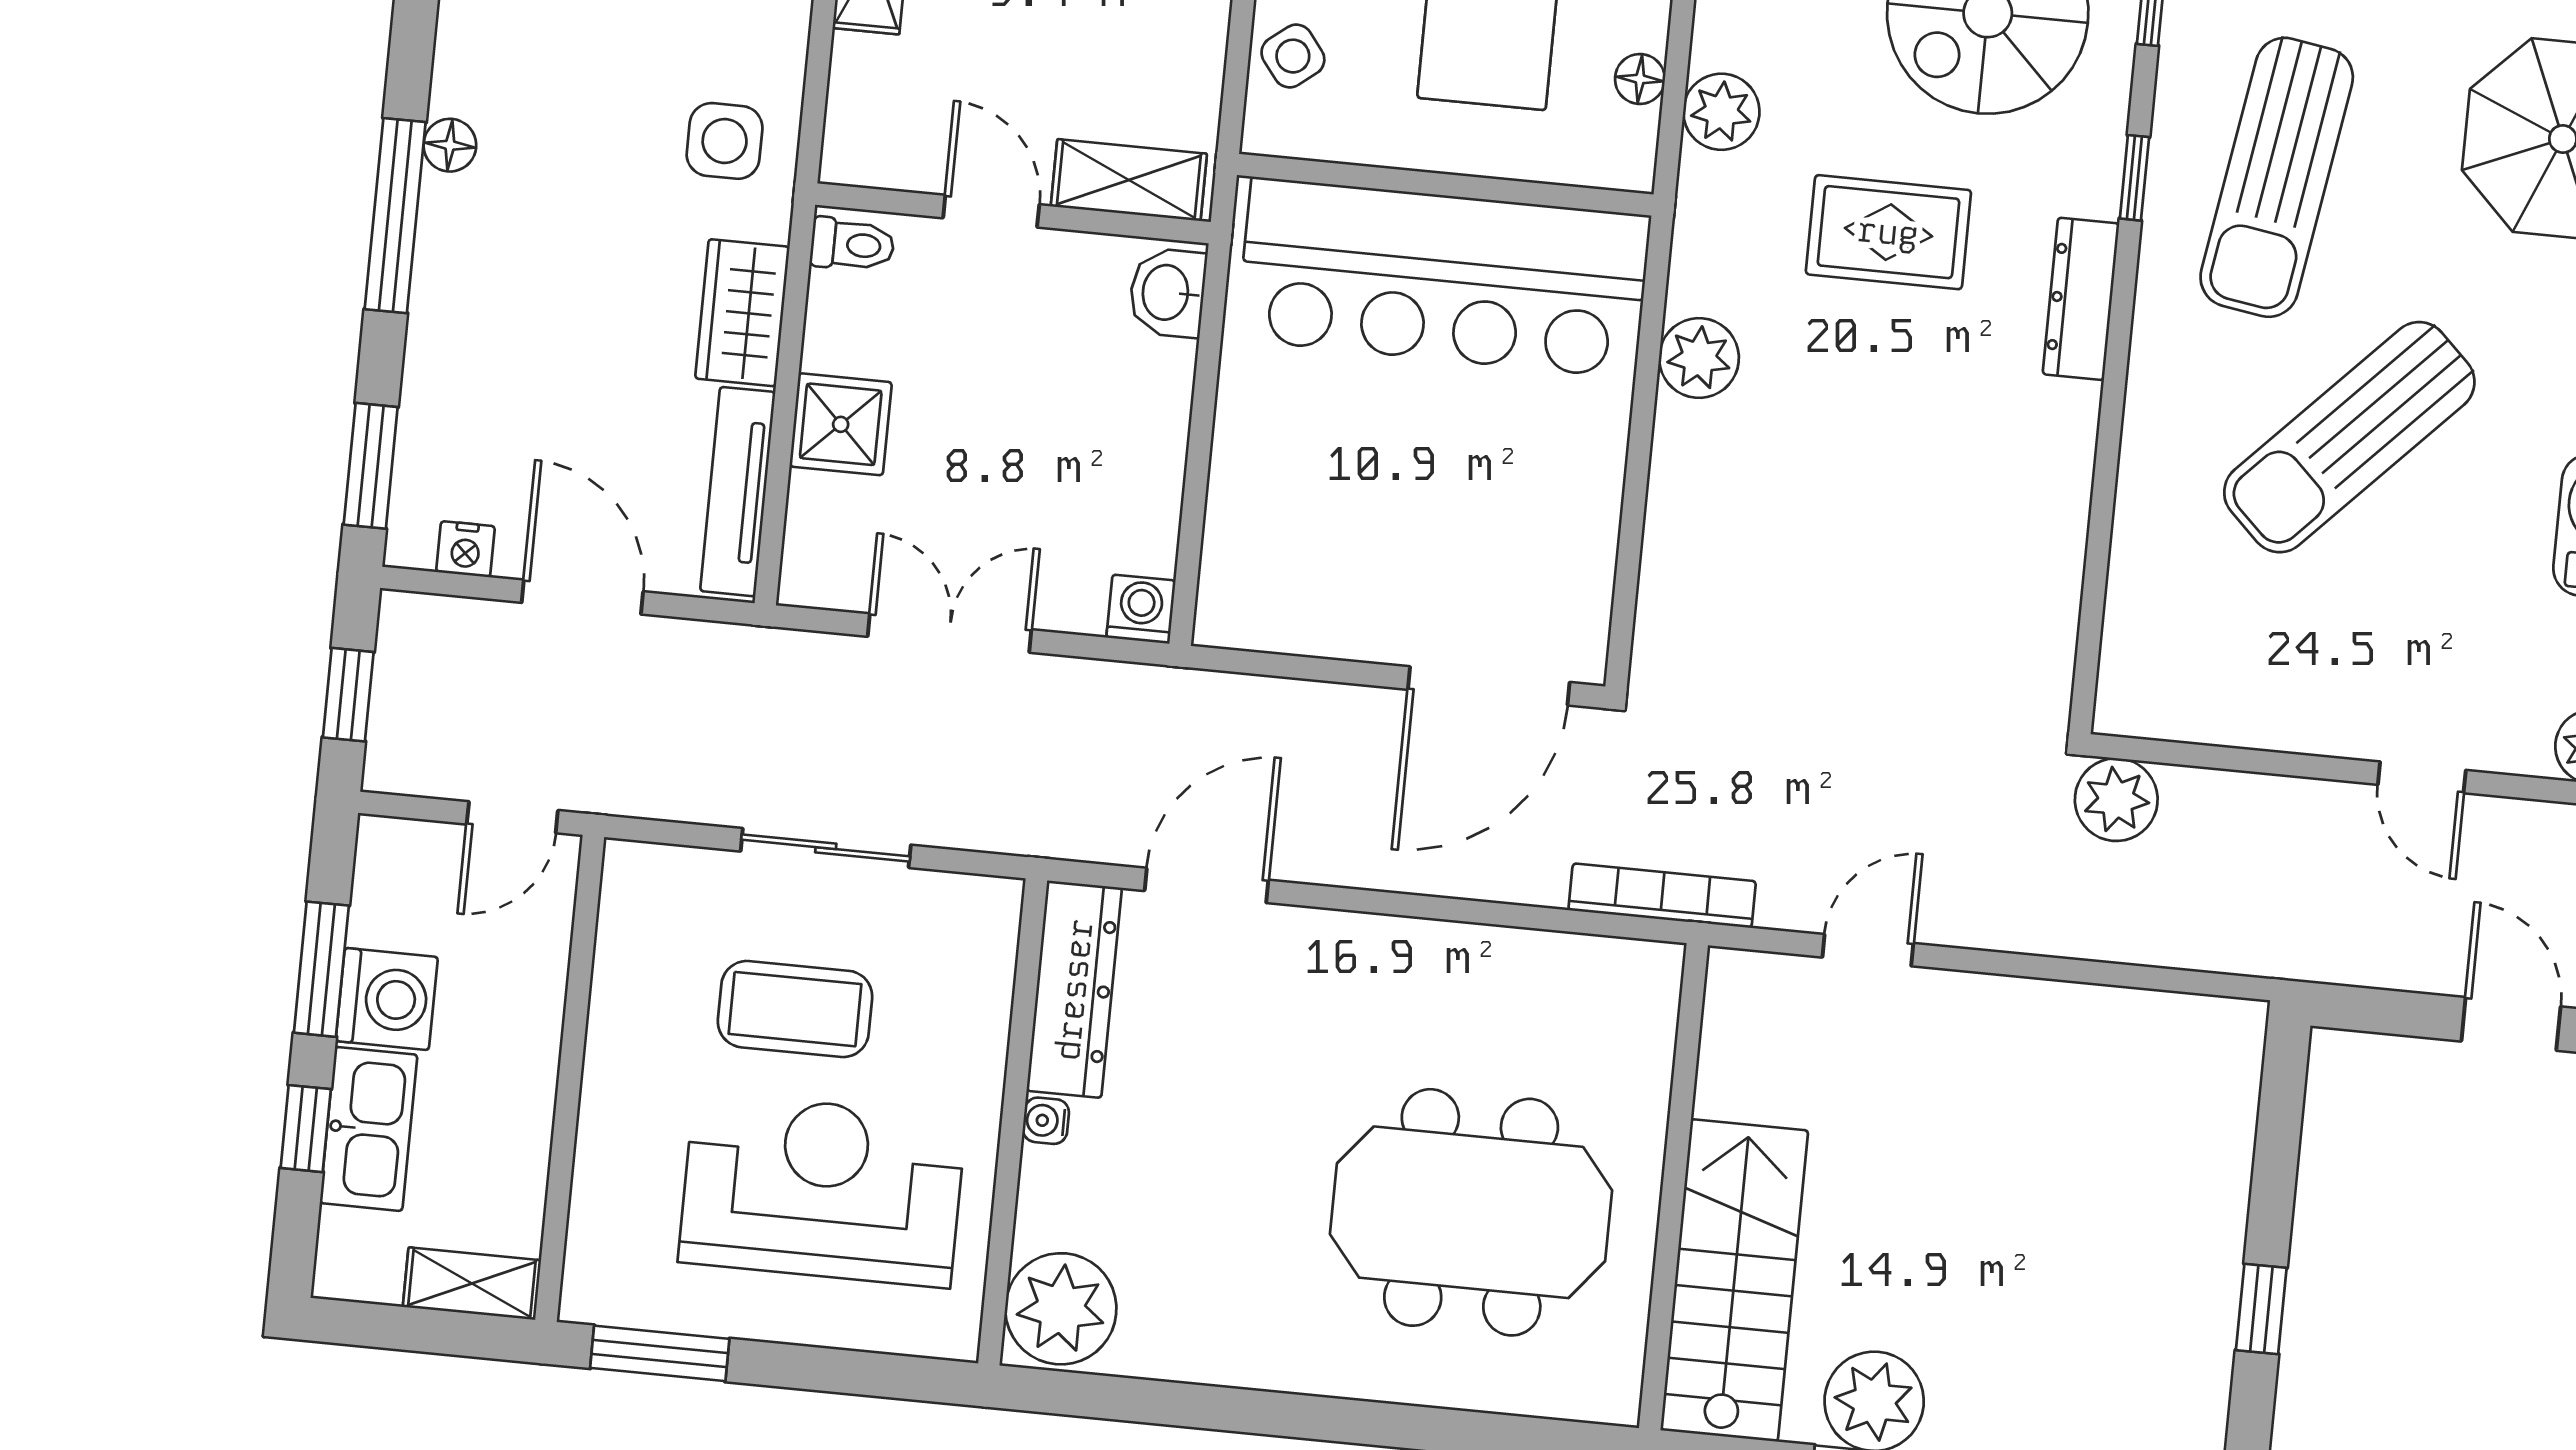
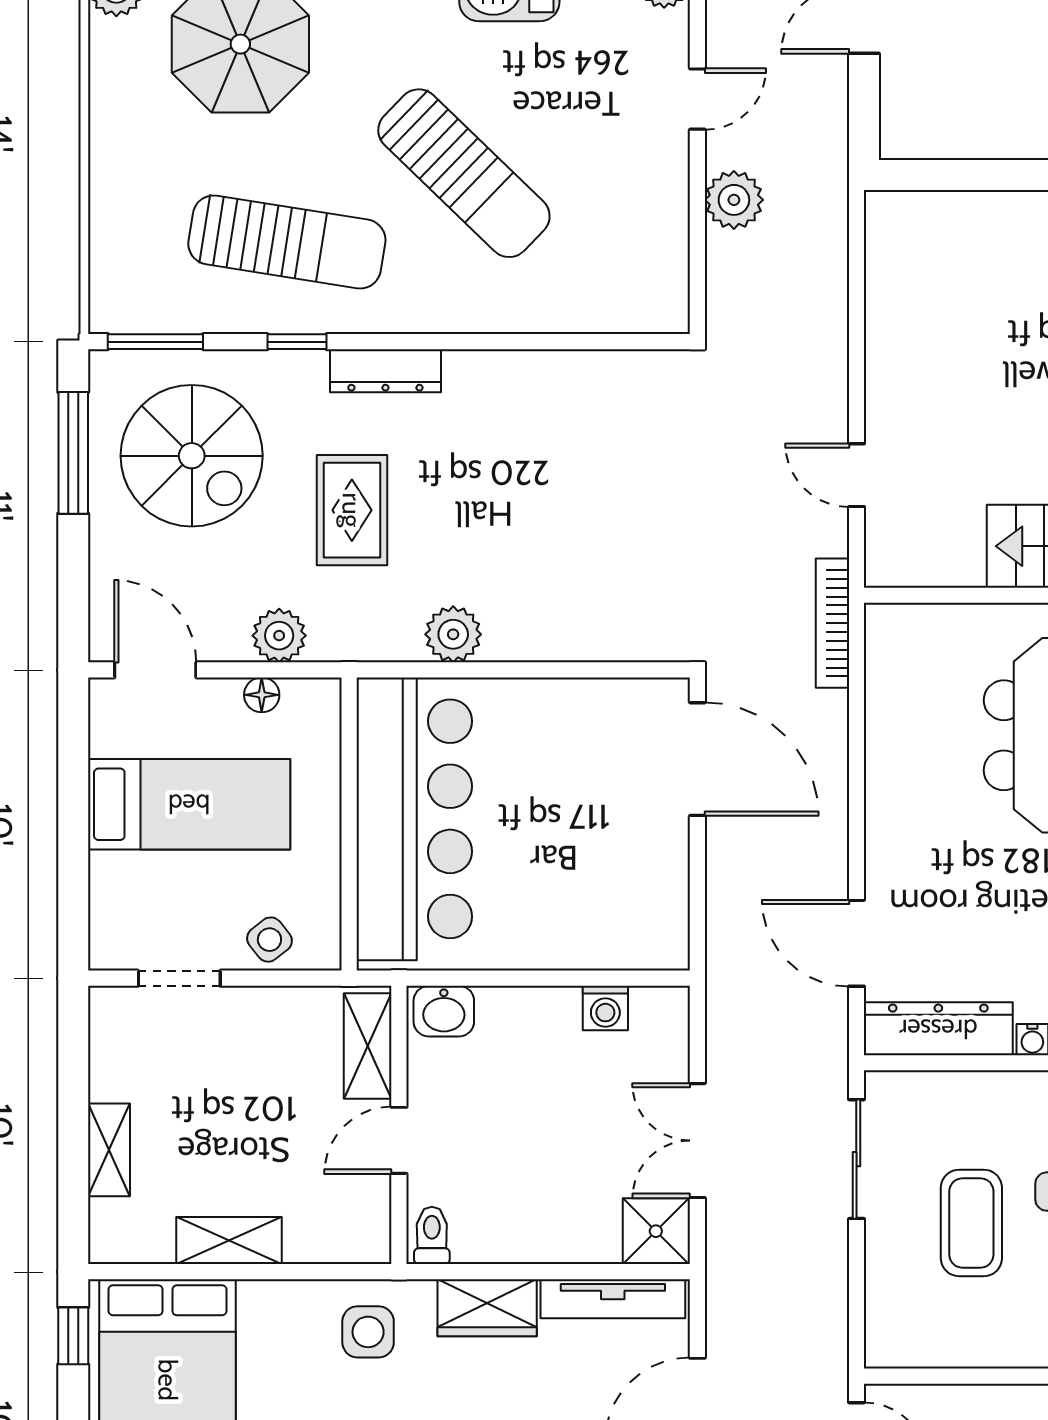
shower: (841, 424) -> (656, 1231), moved
washing machine: (1141, 609) -> (605, 1008), moved, turned -90
plant: (2116, 800) -> (734, 200), moved
sliding door: (826, 848) -> (856, 1159), moved

